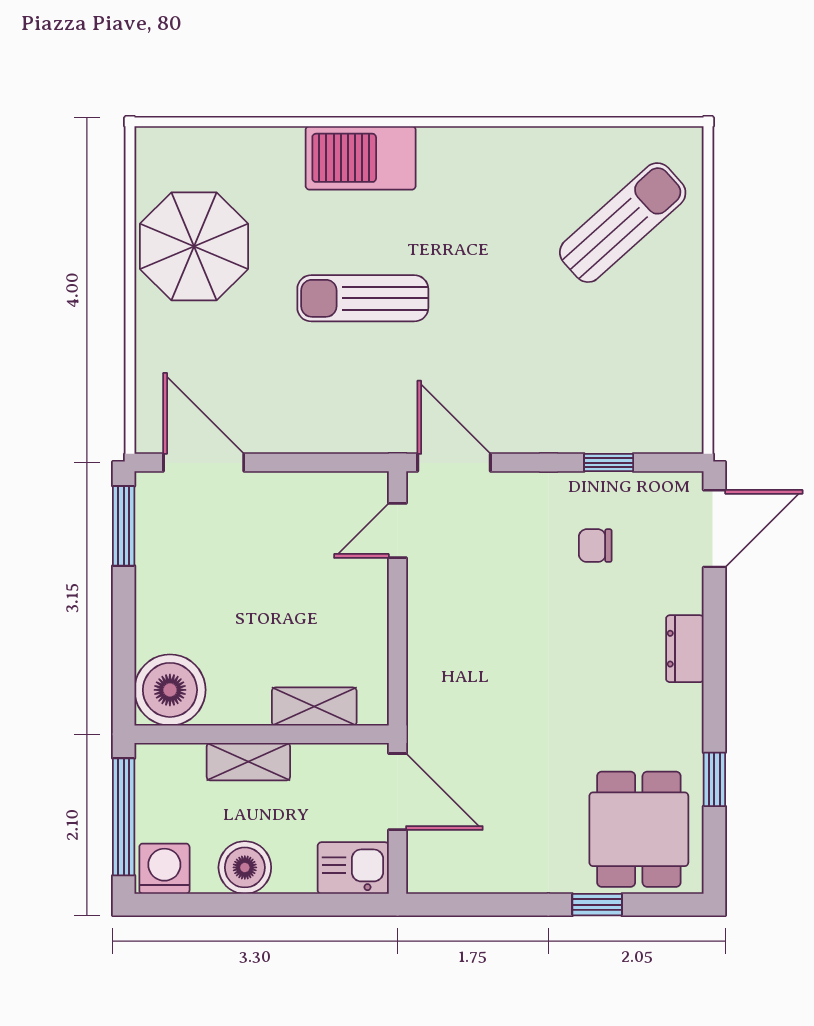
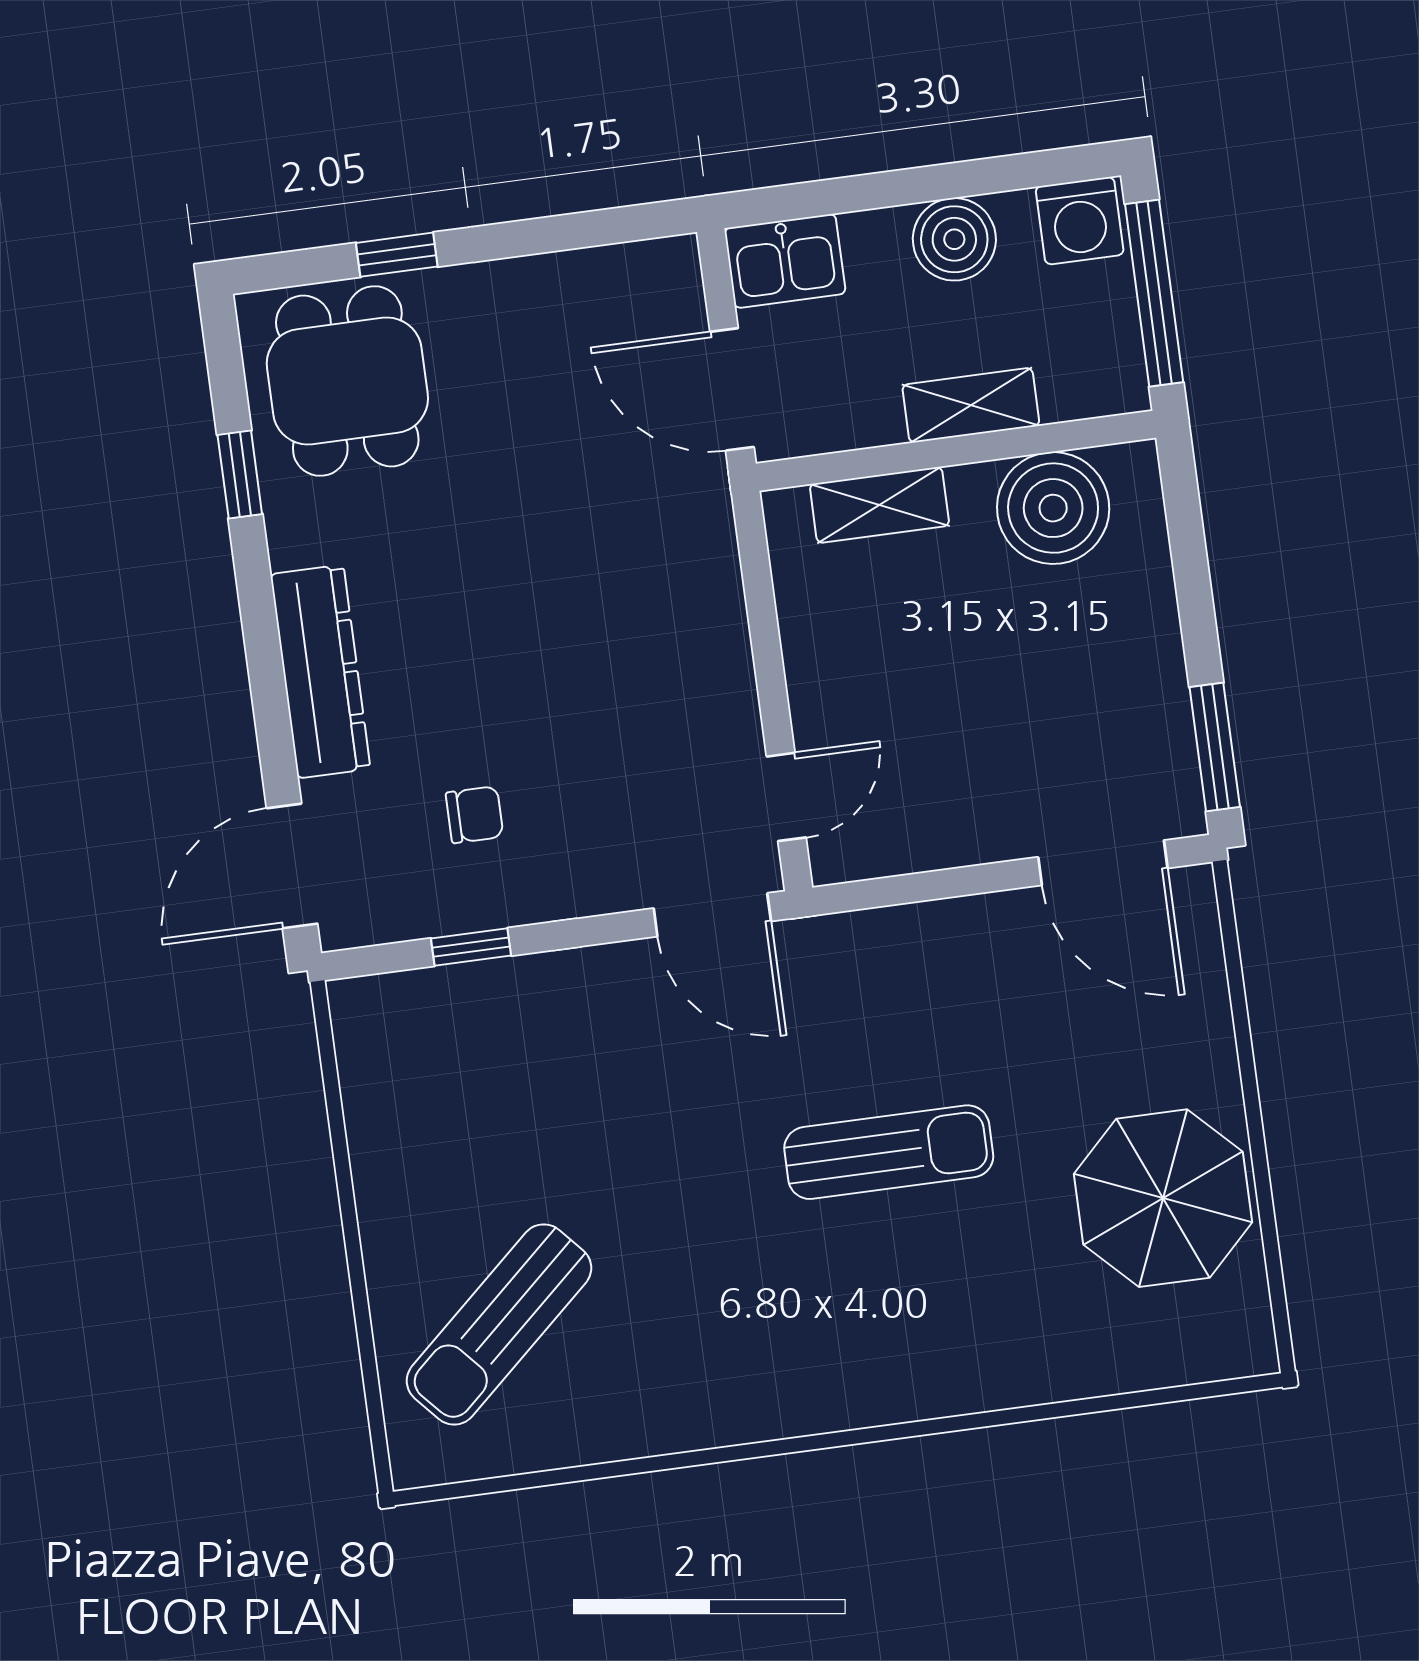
barbecue: (361, 158) -> (921, 1371), removed
dresser: (685, 649) -> (320, 671), width x1.96, depth x1.24
boiler: (170, 690) -> (1053, 508), moved

